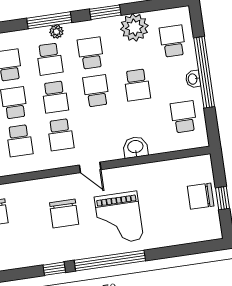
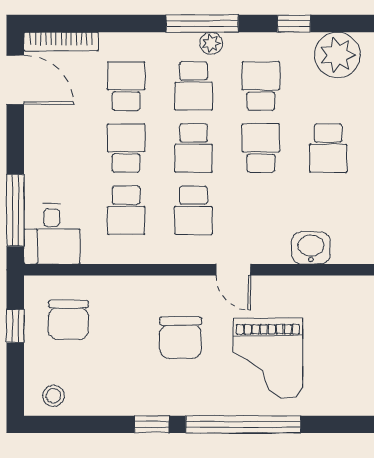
window: (105, 12) -> (294, 24), width x0.67

